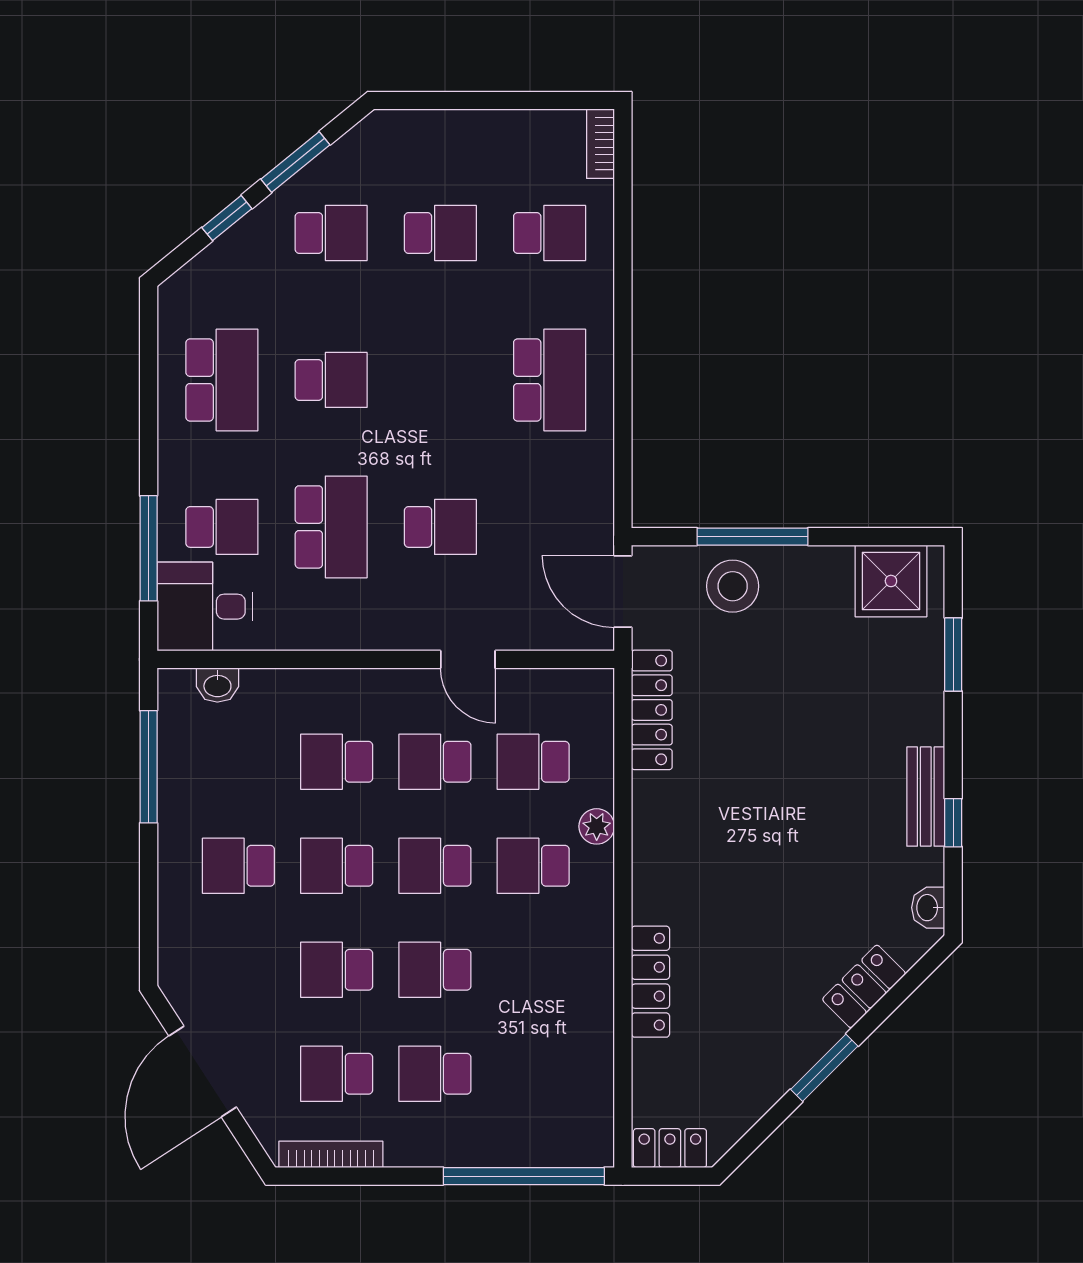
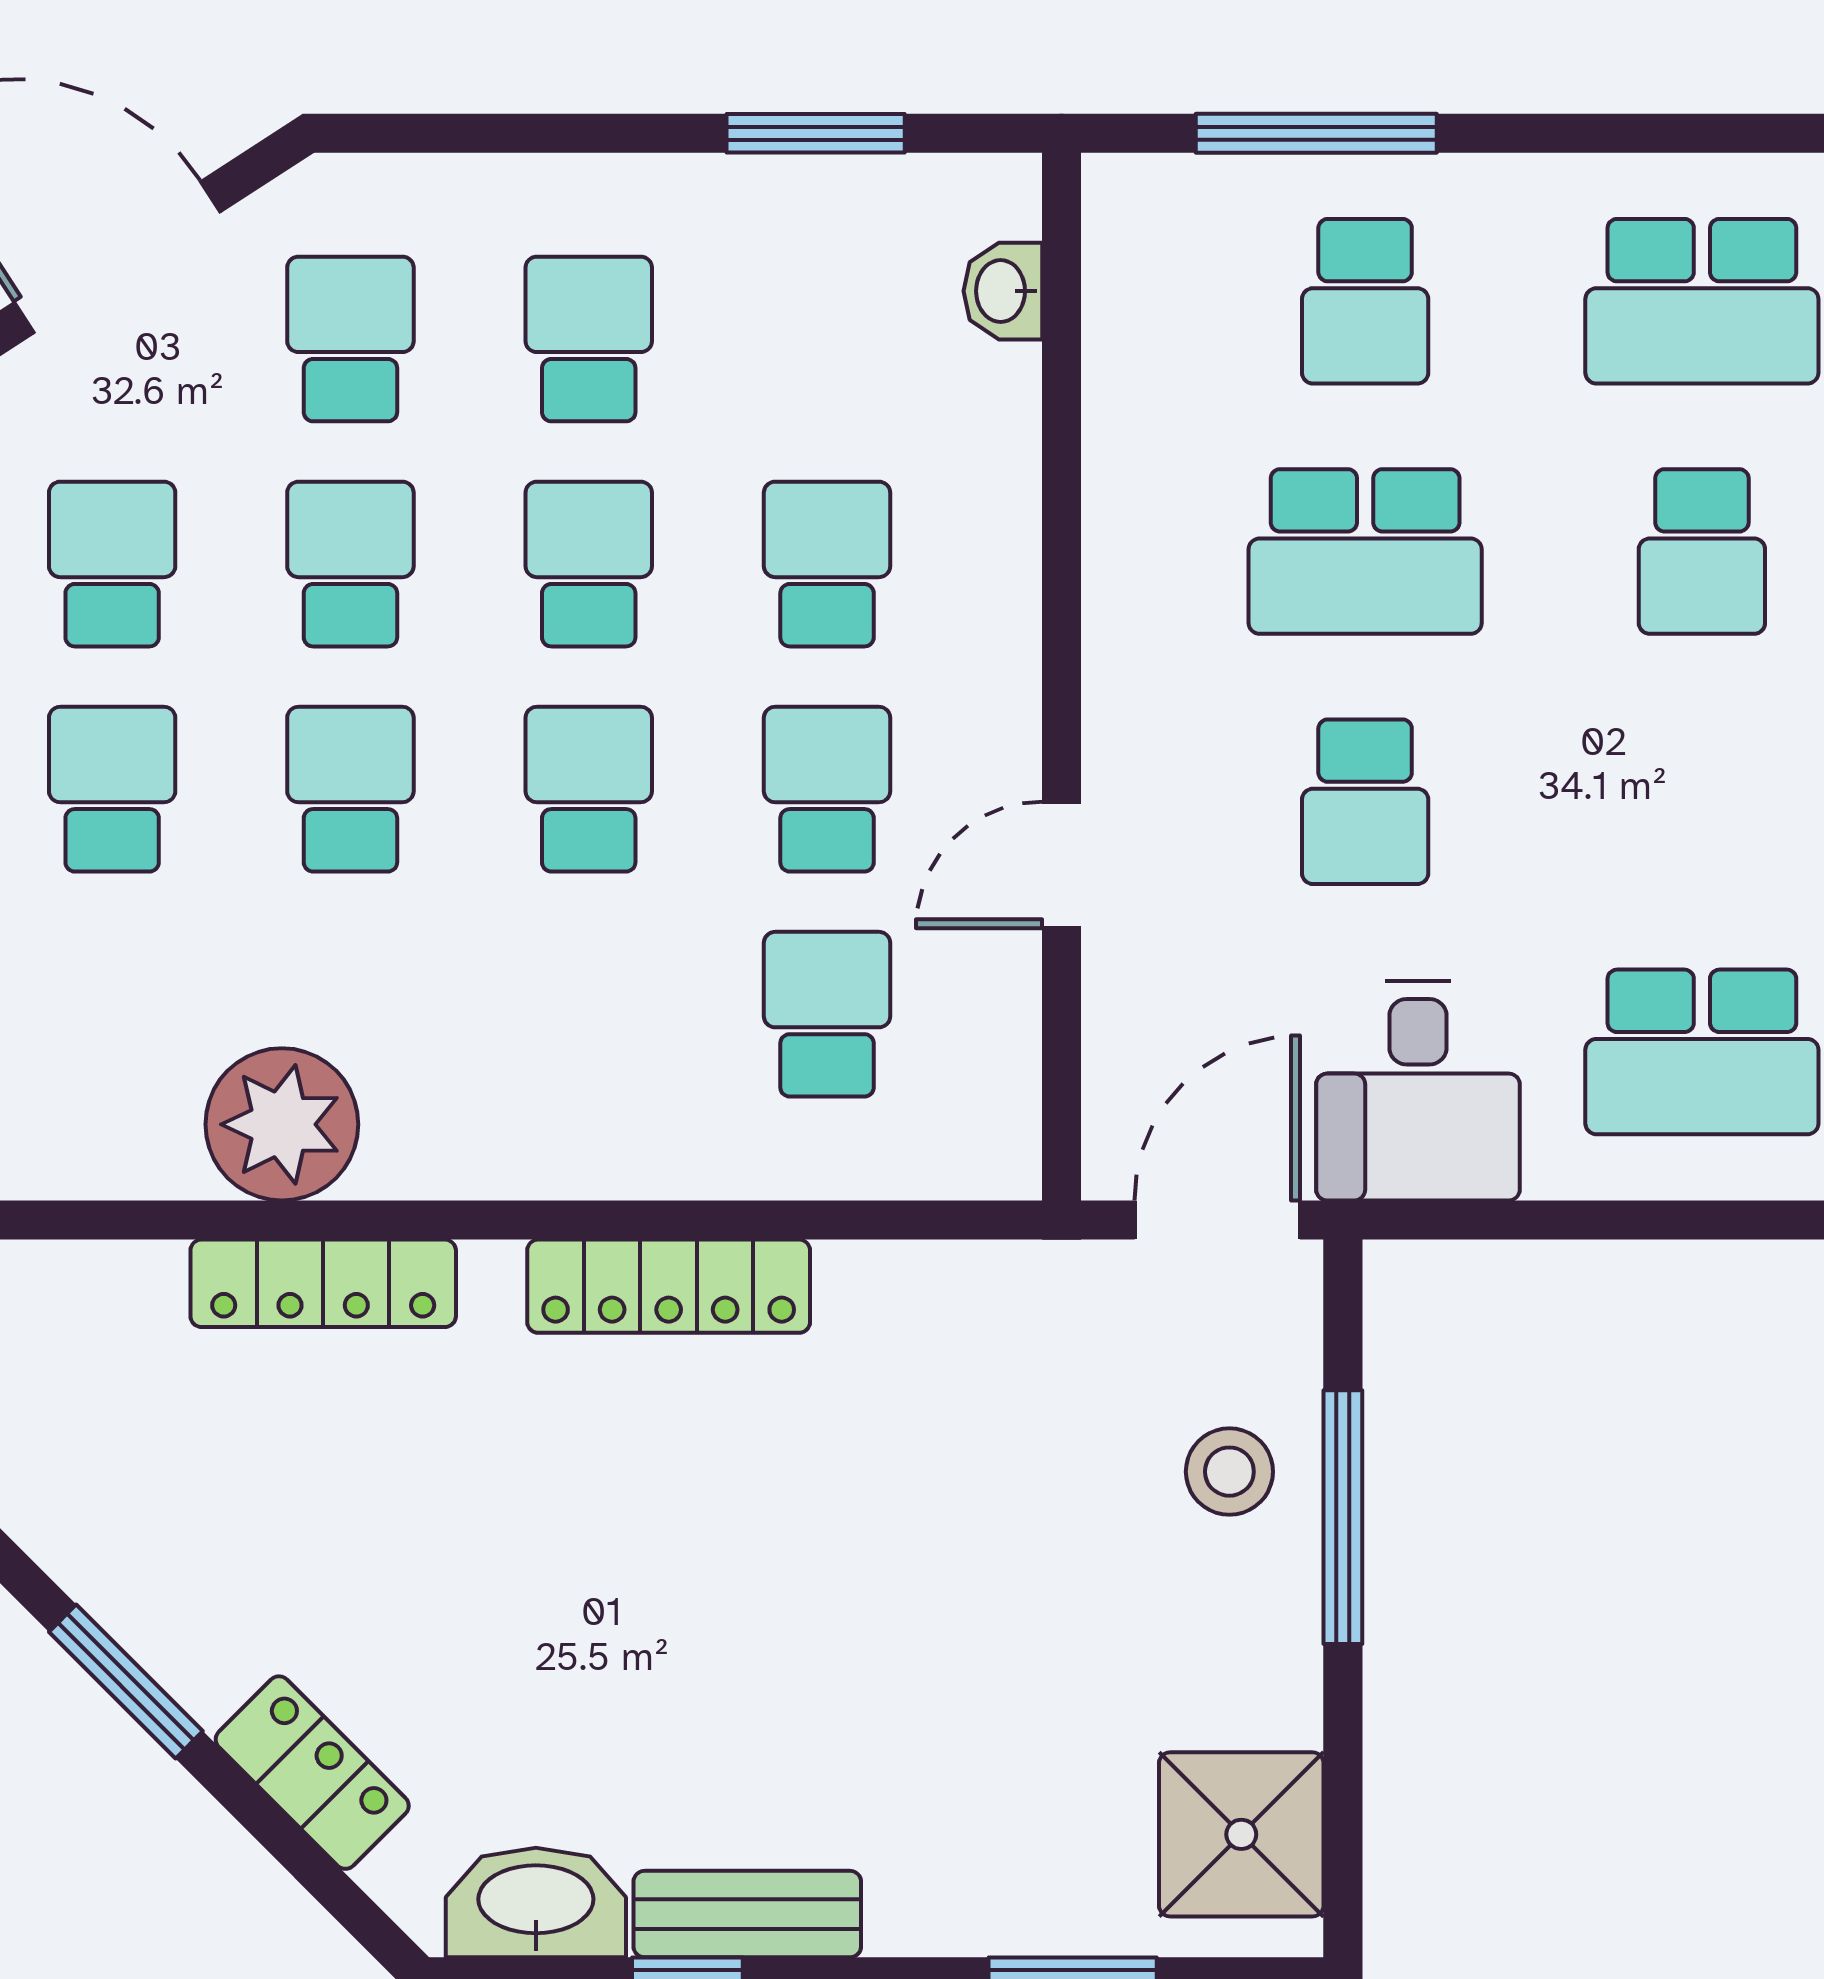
stool: (733, 586) -> (1229, 1472), width x0.73, depth x0.73
desk: (205, 607) -> (1418, 1091), moved, turned 180
locker: (652, 710) -> (669, 1286), moved
window: (149, 767) -> (816, 133), width x0.69
plant: (597, 826) -> (282, 1124), moved, width x1.88, depth x1.88
school desk: (533, 866) -> (350, 339), moved
washbasin: (928, 908) -> (536, 1902), width x1.91, depth x1.45

